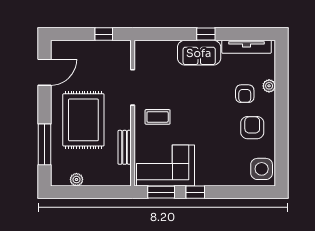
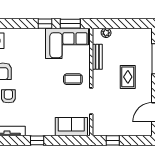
sofa: (199, 53) -> (71, 127), moved
rug: (83, 120) -> (128, 77), width x0.54, depth x0.49
plant: (76, 180) -> (106, 33), moved

